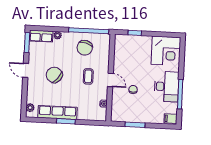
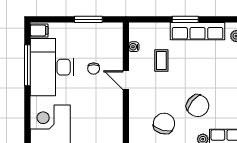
chair: (54, 75) -> (198, 106), moved
coffee table: (88, 76) -> (161, 61), moved
desk: (166, 87) -> (52, 67), width x1.36, depth x1.30

